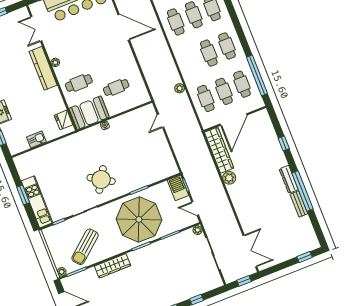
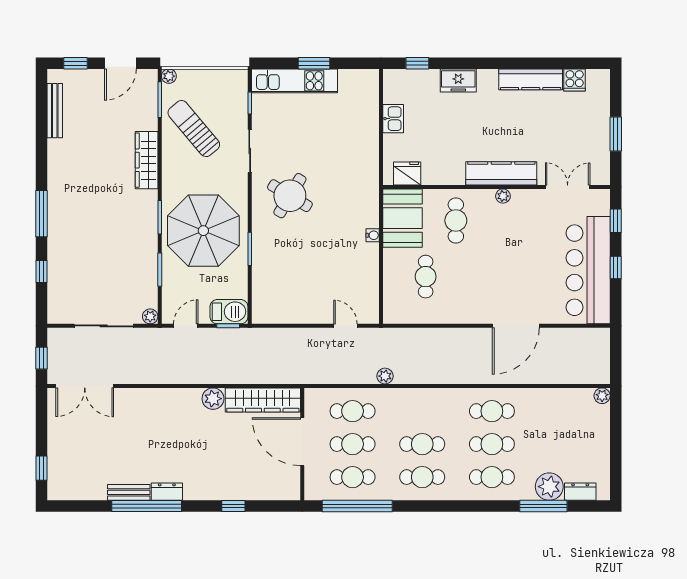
dresser: (289, 179) -> (167, 492), width x0.70

